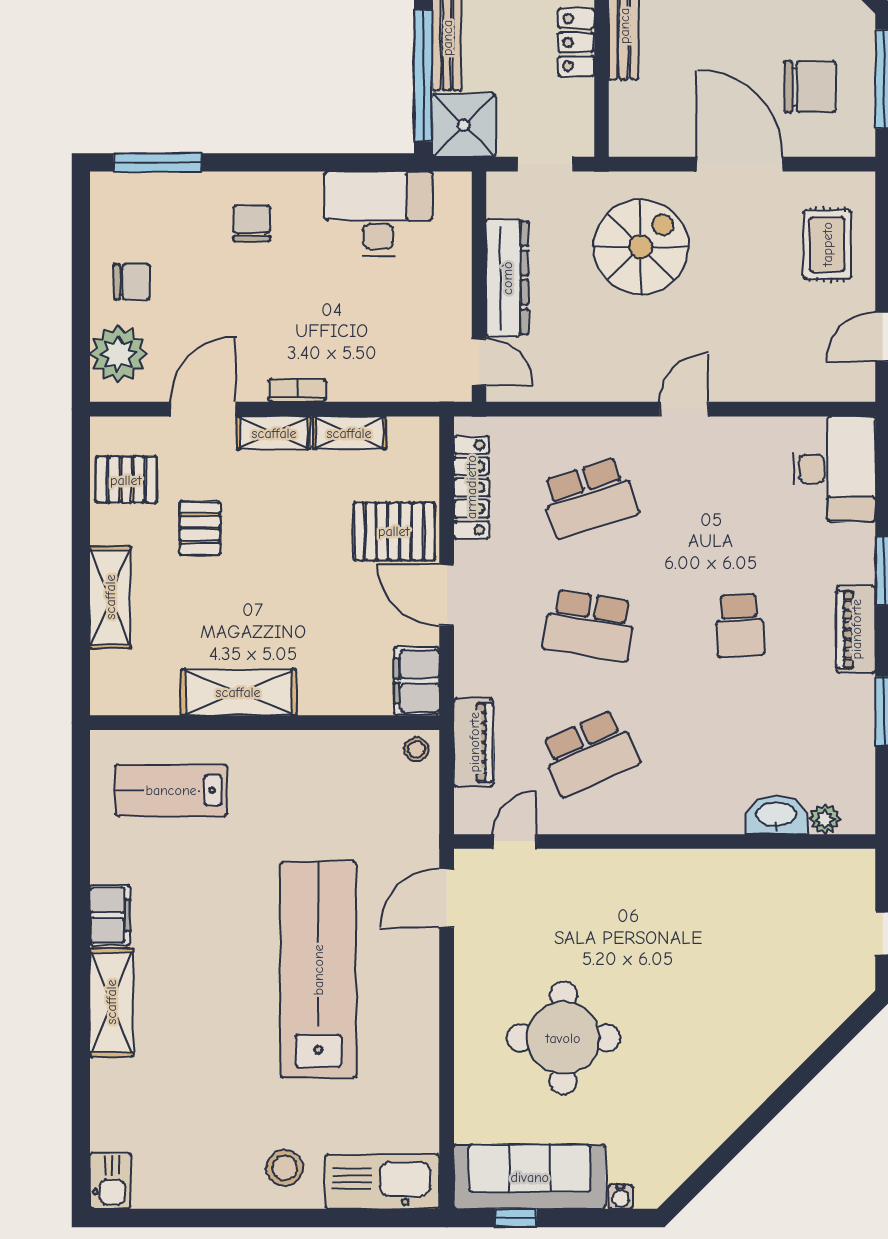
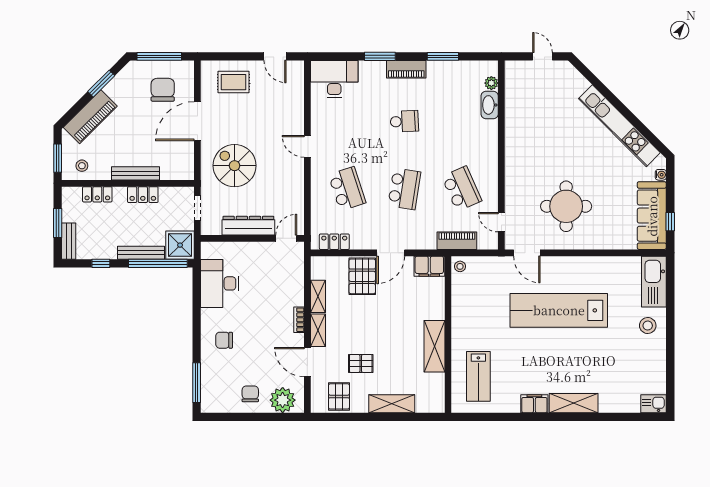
locker: (471, 487) -> (334, 242), width x0.66
round table: (563, 1038) -> (566, 206), moved
kitchen unit: (730, 1105) -> (619, 126), added

